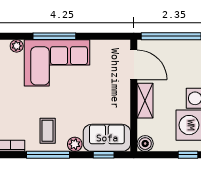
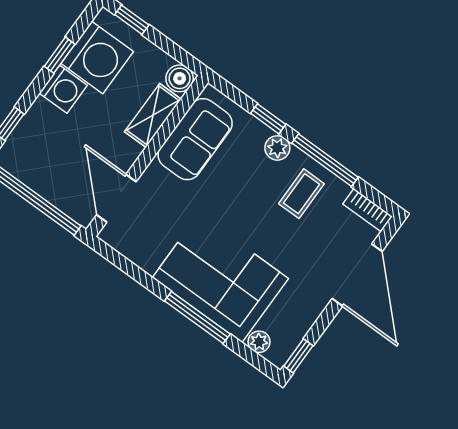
shelving: (145, 101) -> (153, 115), moved
sofa: (107, 138) -> (195, 139), moved, turned -90
window: (104, 155) -> (268, 119), moved

